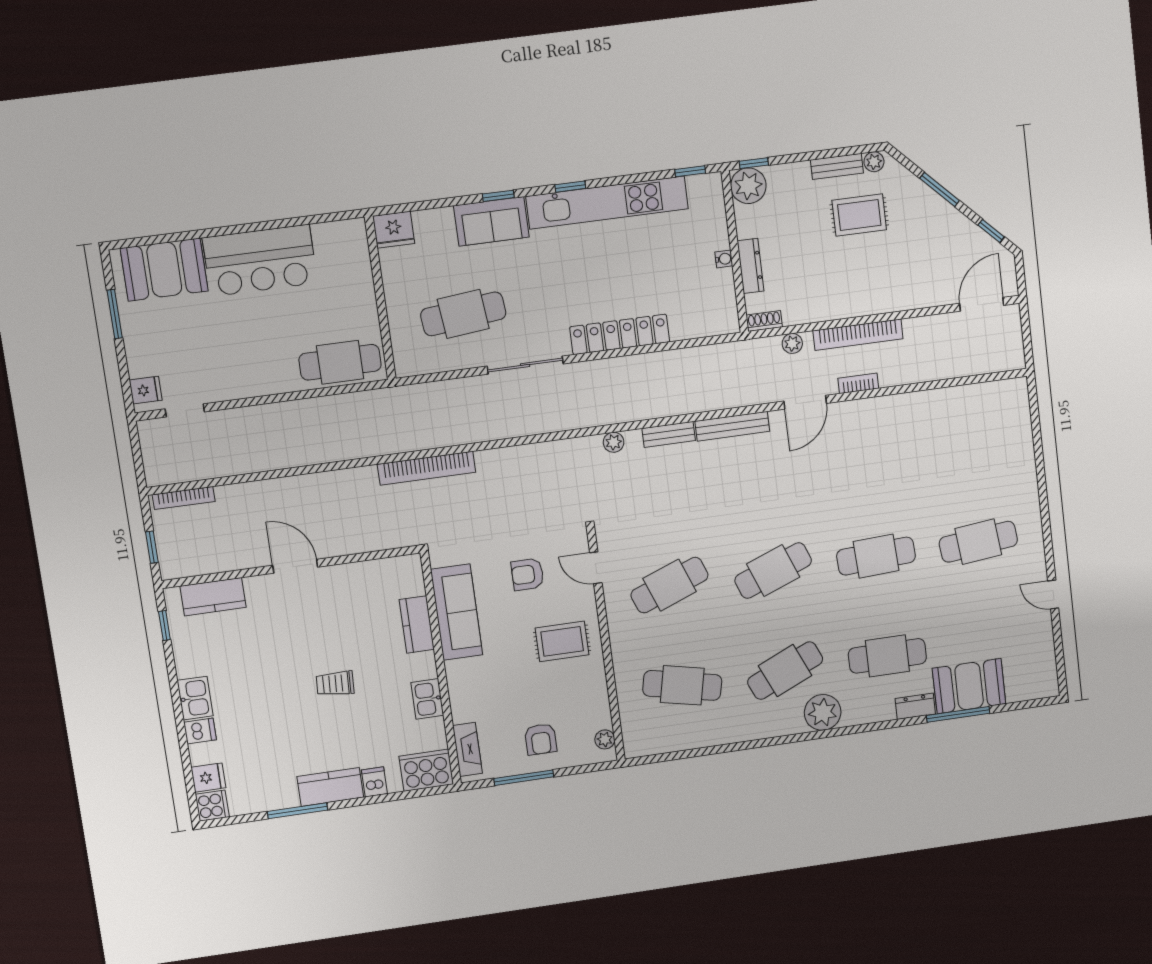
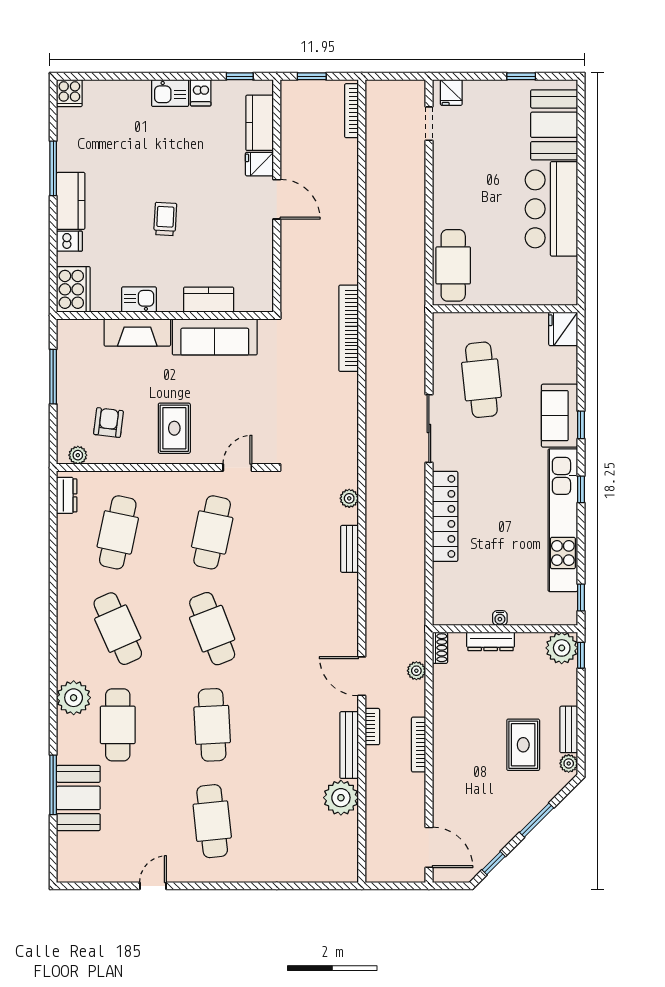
window: (115, 314) -> (521, 76), width x0.67
bookcase: (858, 335) -> (419, 745), width x0.68, depth x0.76
plant: (939, 407) -> (341, 798), added
bench: (732, 426) -> (349, 745), moved
door: (295, 566) -> (277, 199), hinge flipped
armchair: (527, 574) -> (240, 405), removed
cafe table: (669, 585) -> (212, 532), turned 33
dresser: (915, 706) -> (67, 495), moved
plant: (823, 712) -> (74, 698), moved
dishwasher: (200, 731) -> (201, 93), moved
armchair: (541, 739) -> (108, 423), moved, turned 97
fireplace: (467, 750) -> (137, 333), moved, width x1.37, depth x1.32
fridge: (208, 778) -> (259, 164), moved, turned 90

